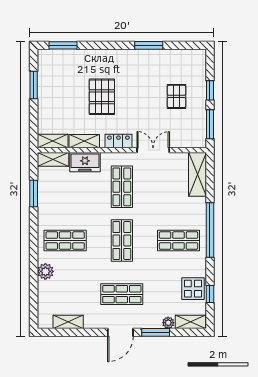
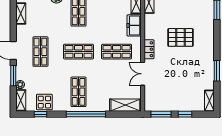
pallet: (176, 96) -> (181, 90), removed
shelving: (84, 141) -> (209, 101), moved
double door: (153, 150) -> (143, 74), swing flipped

